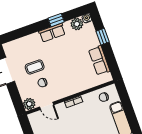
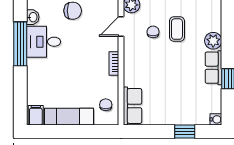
plant: (77, 24) -> (213, 41), moved
row of seats: (99, 60) -> (133, 106), moved, turned 90

